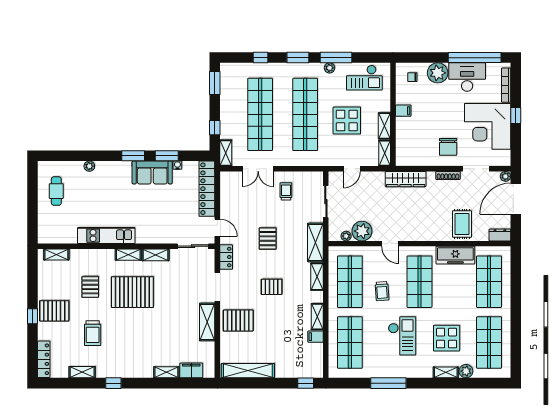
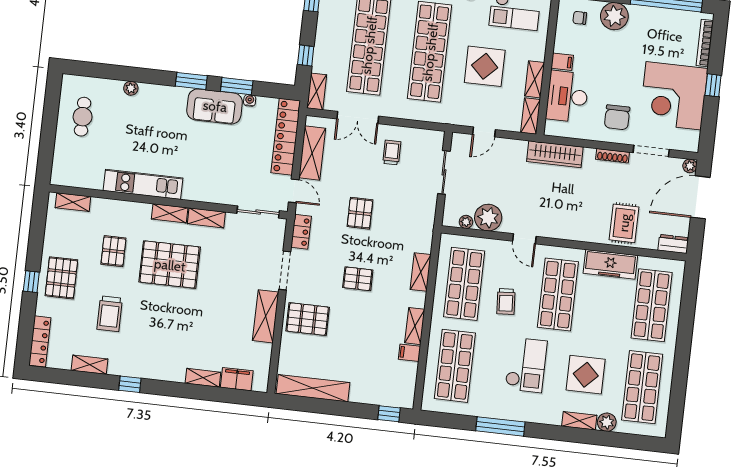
desk: (467, 77) -> (567, 96), moved, turned -90
shelving: (315, 242) -> (312, 153), moved
pallet: (54, 311) -> (61, 278), turned 90

